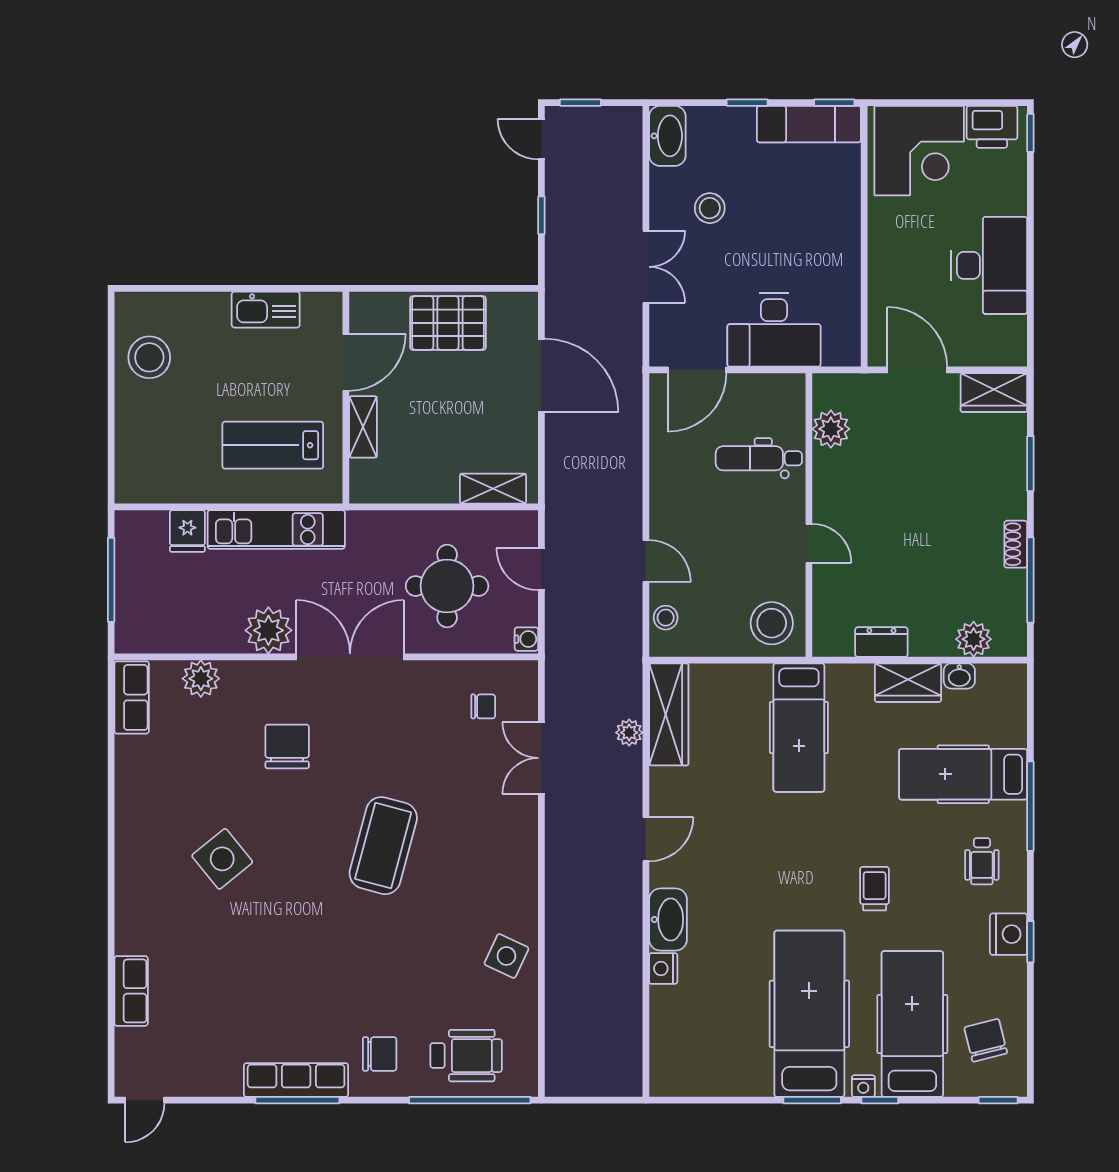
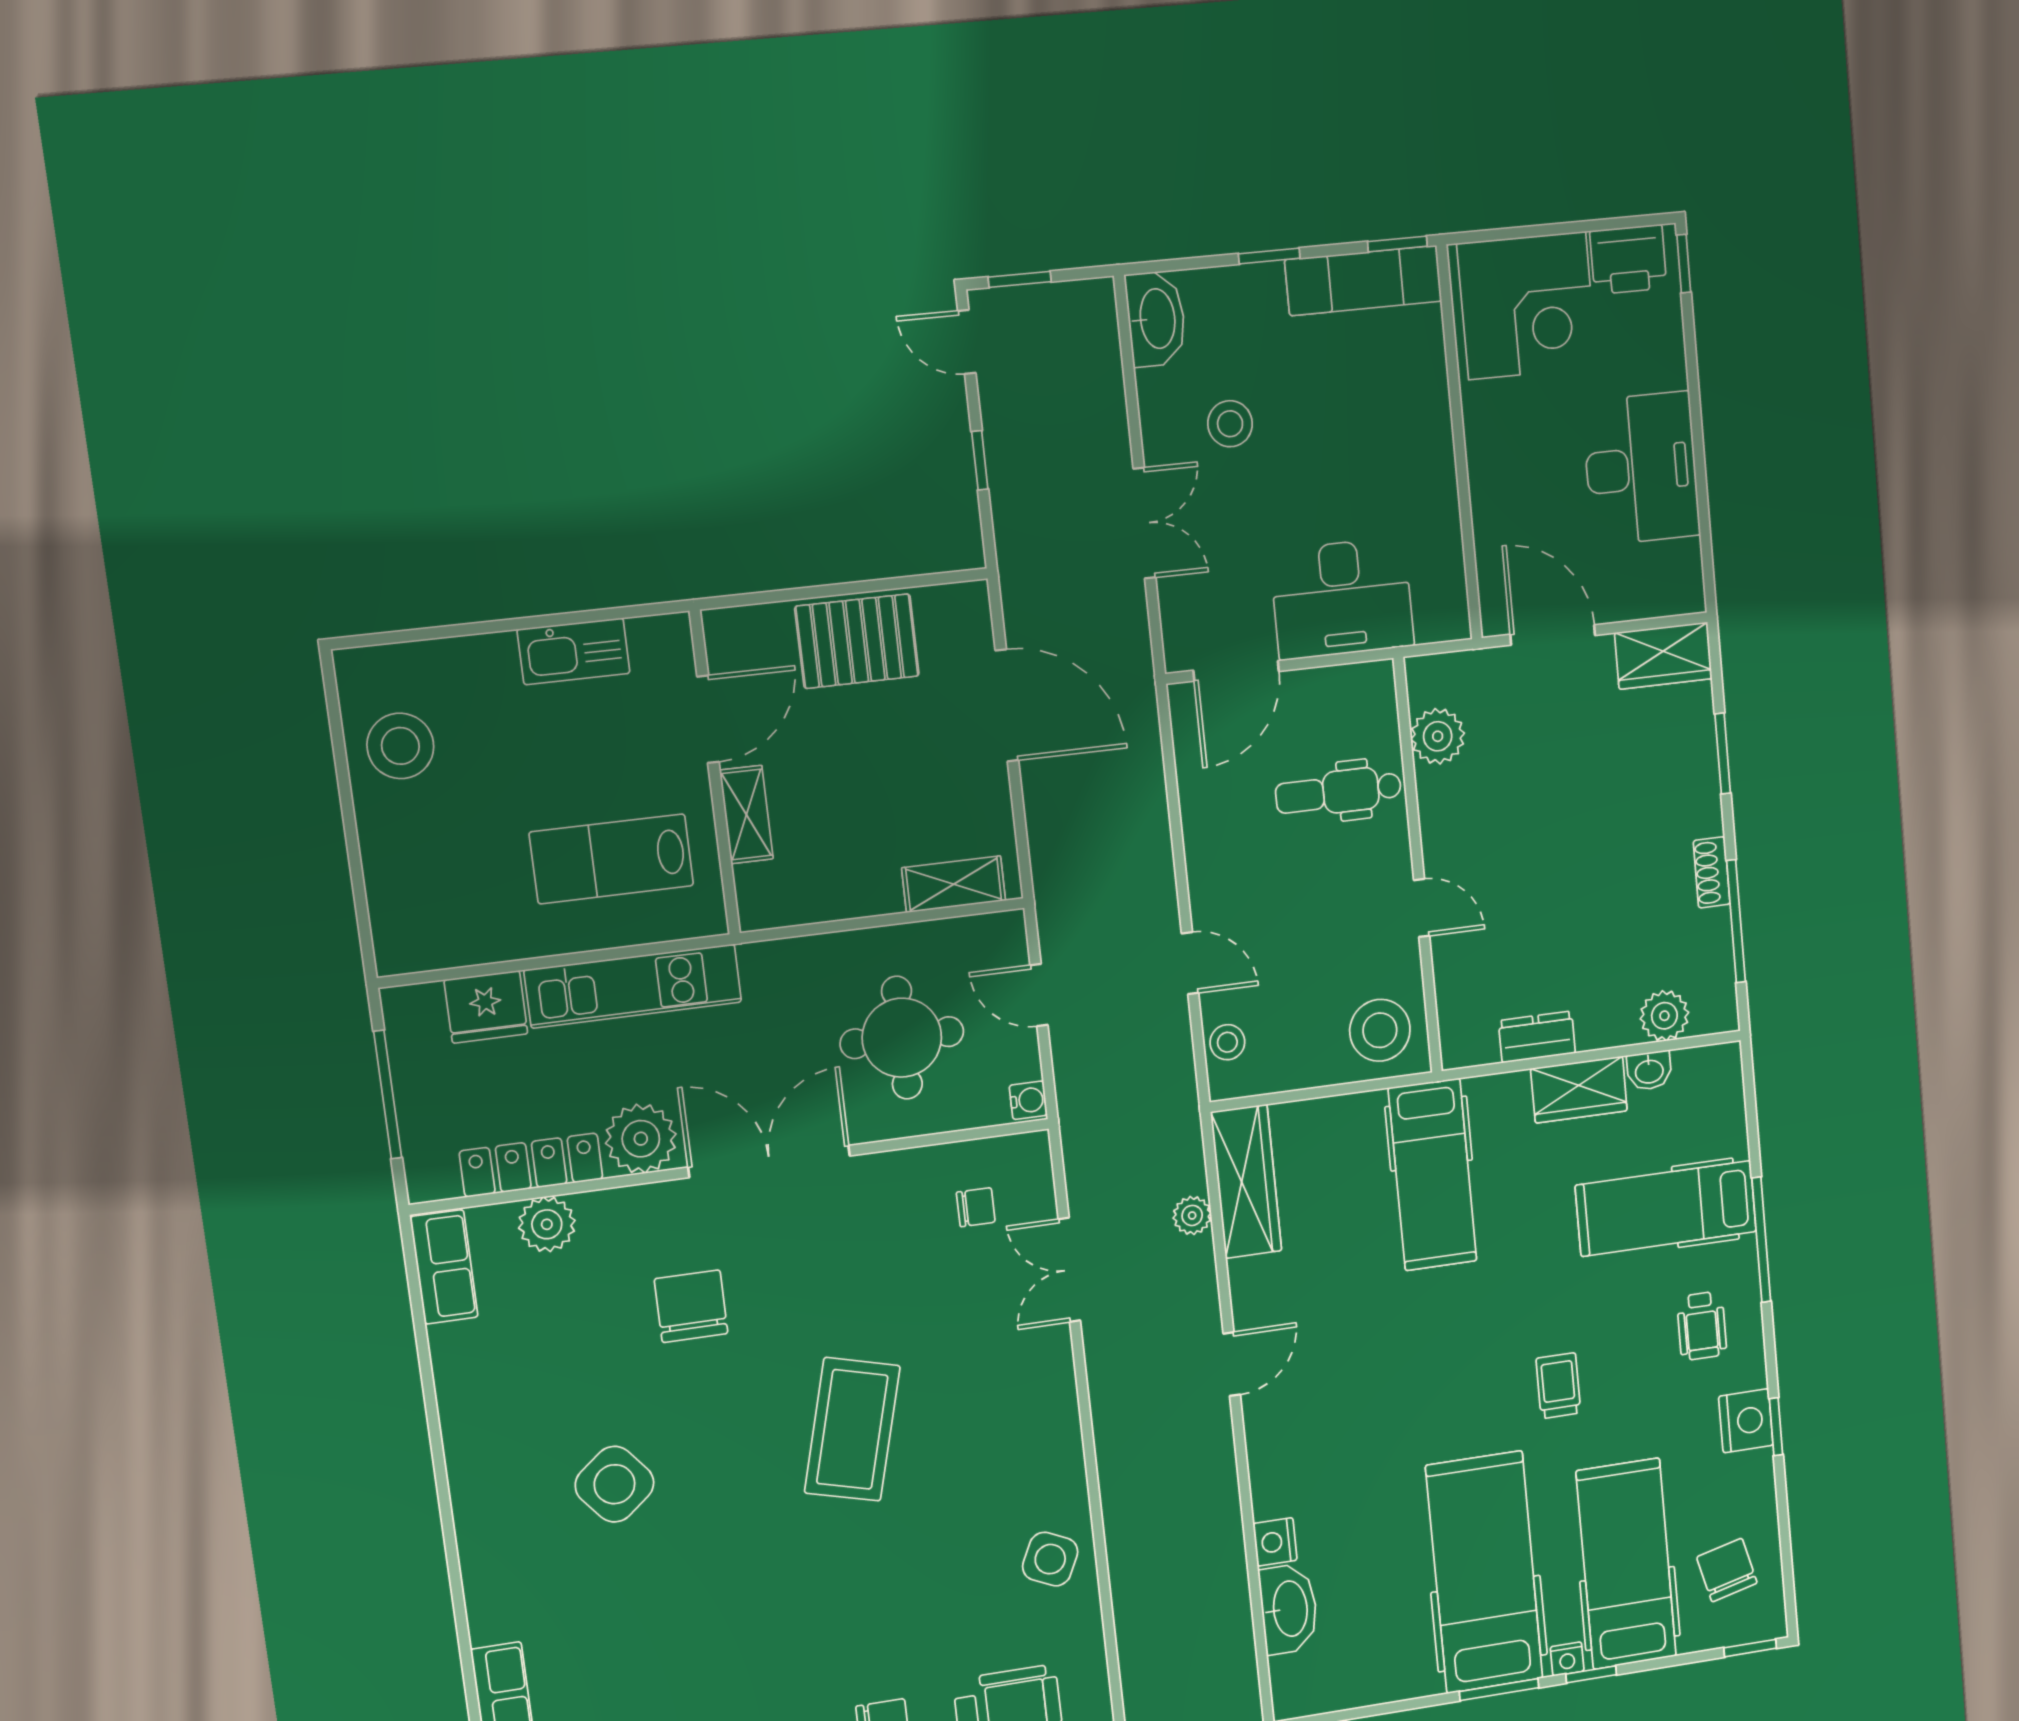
fridge: (187, 531) -> (486, 1007), width x1.38
locker: (196, 638) -> (531, 1165), added
washbasin: (668, 919) -> (1289, 1609), moved

